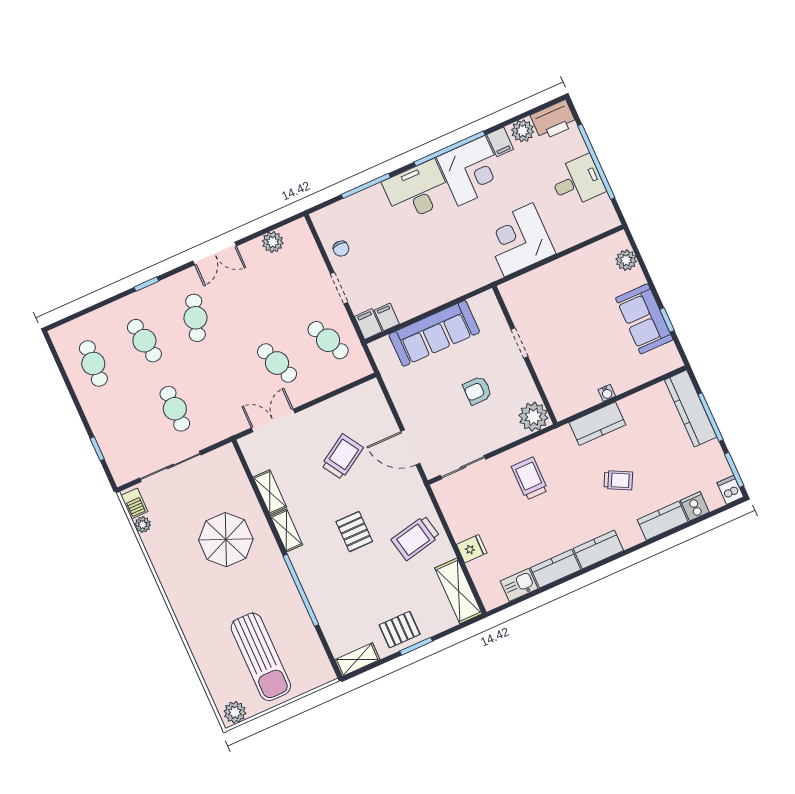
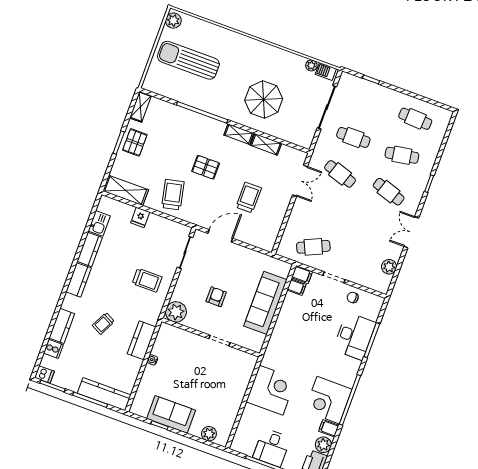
desk: (417, 191) -> (354, 336), moved
cafe table: (277, 363) -> (340, 174), moved, turned 39
trolley: (342, 457) -> (249, 198), turned -148

